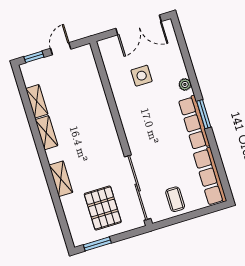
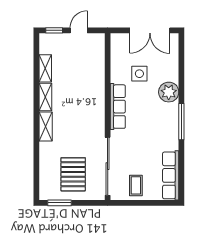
plant: (185, 84) -> (169, 92), width x1.88, depth x1.88
window: (204, 114) -> (181, 122), width x1.44
row of seats: (194, 123) -> (118, 107), moved, turned 180
shelving: (61, 179) -> (46, 127), moved

